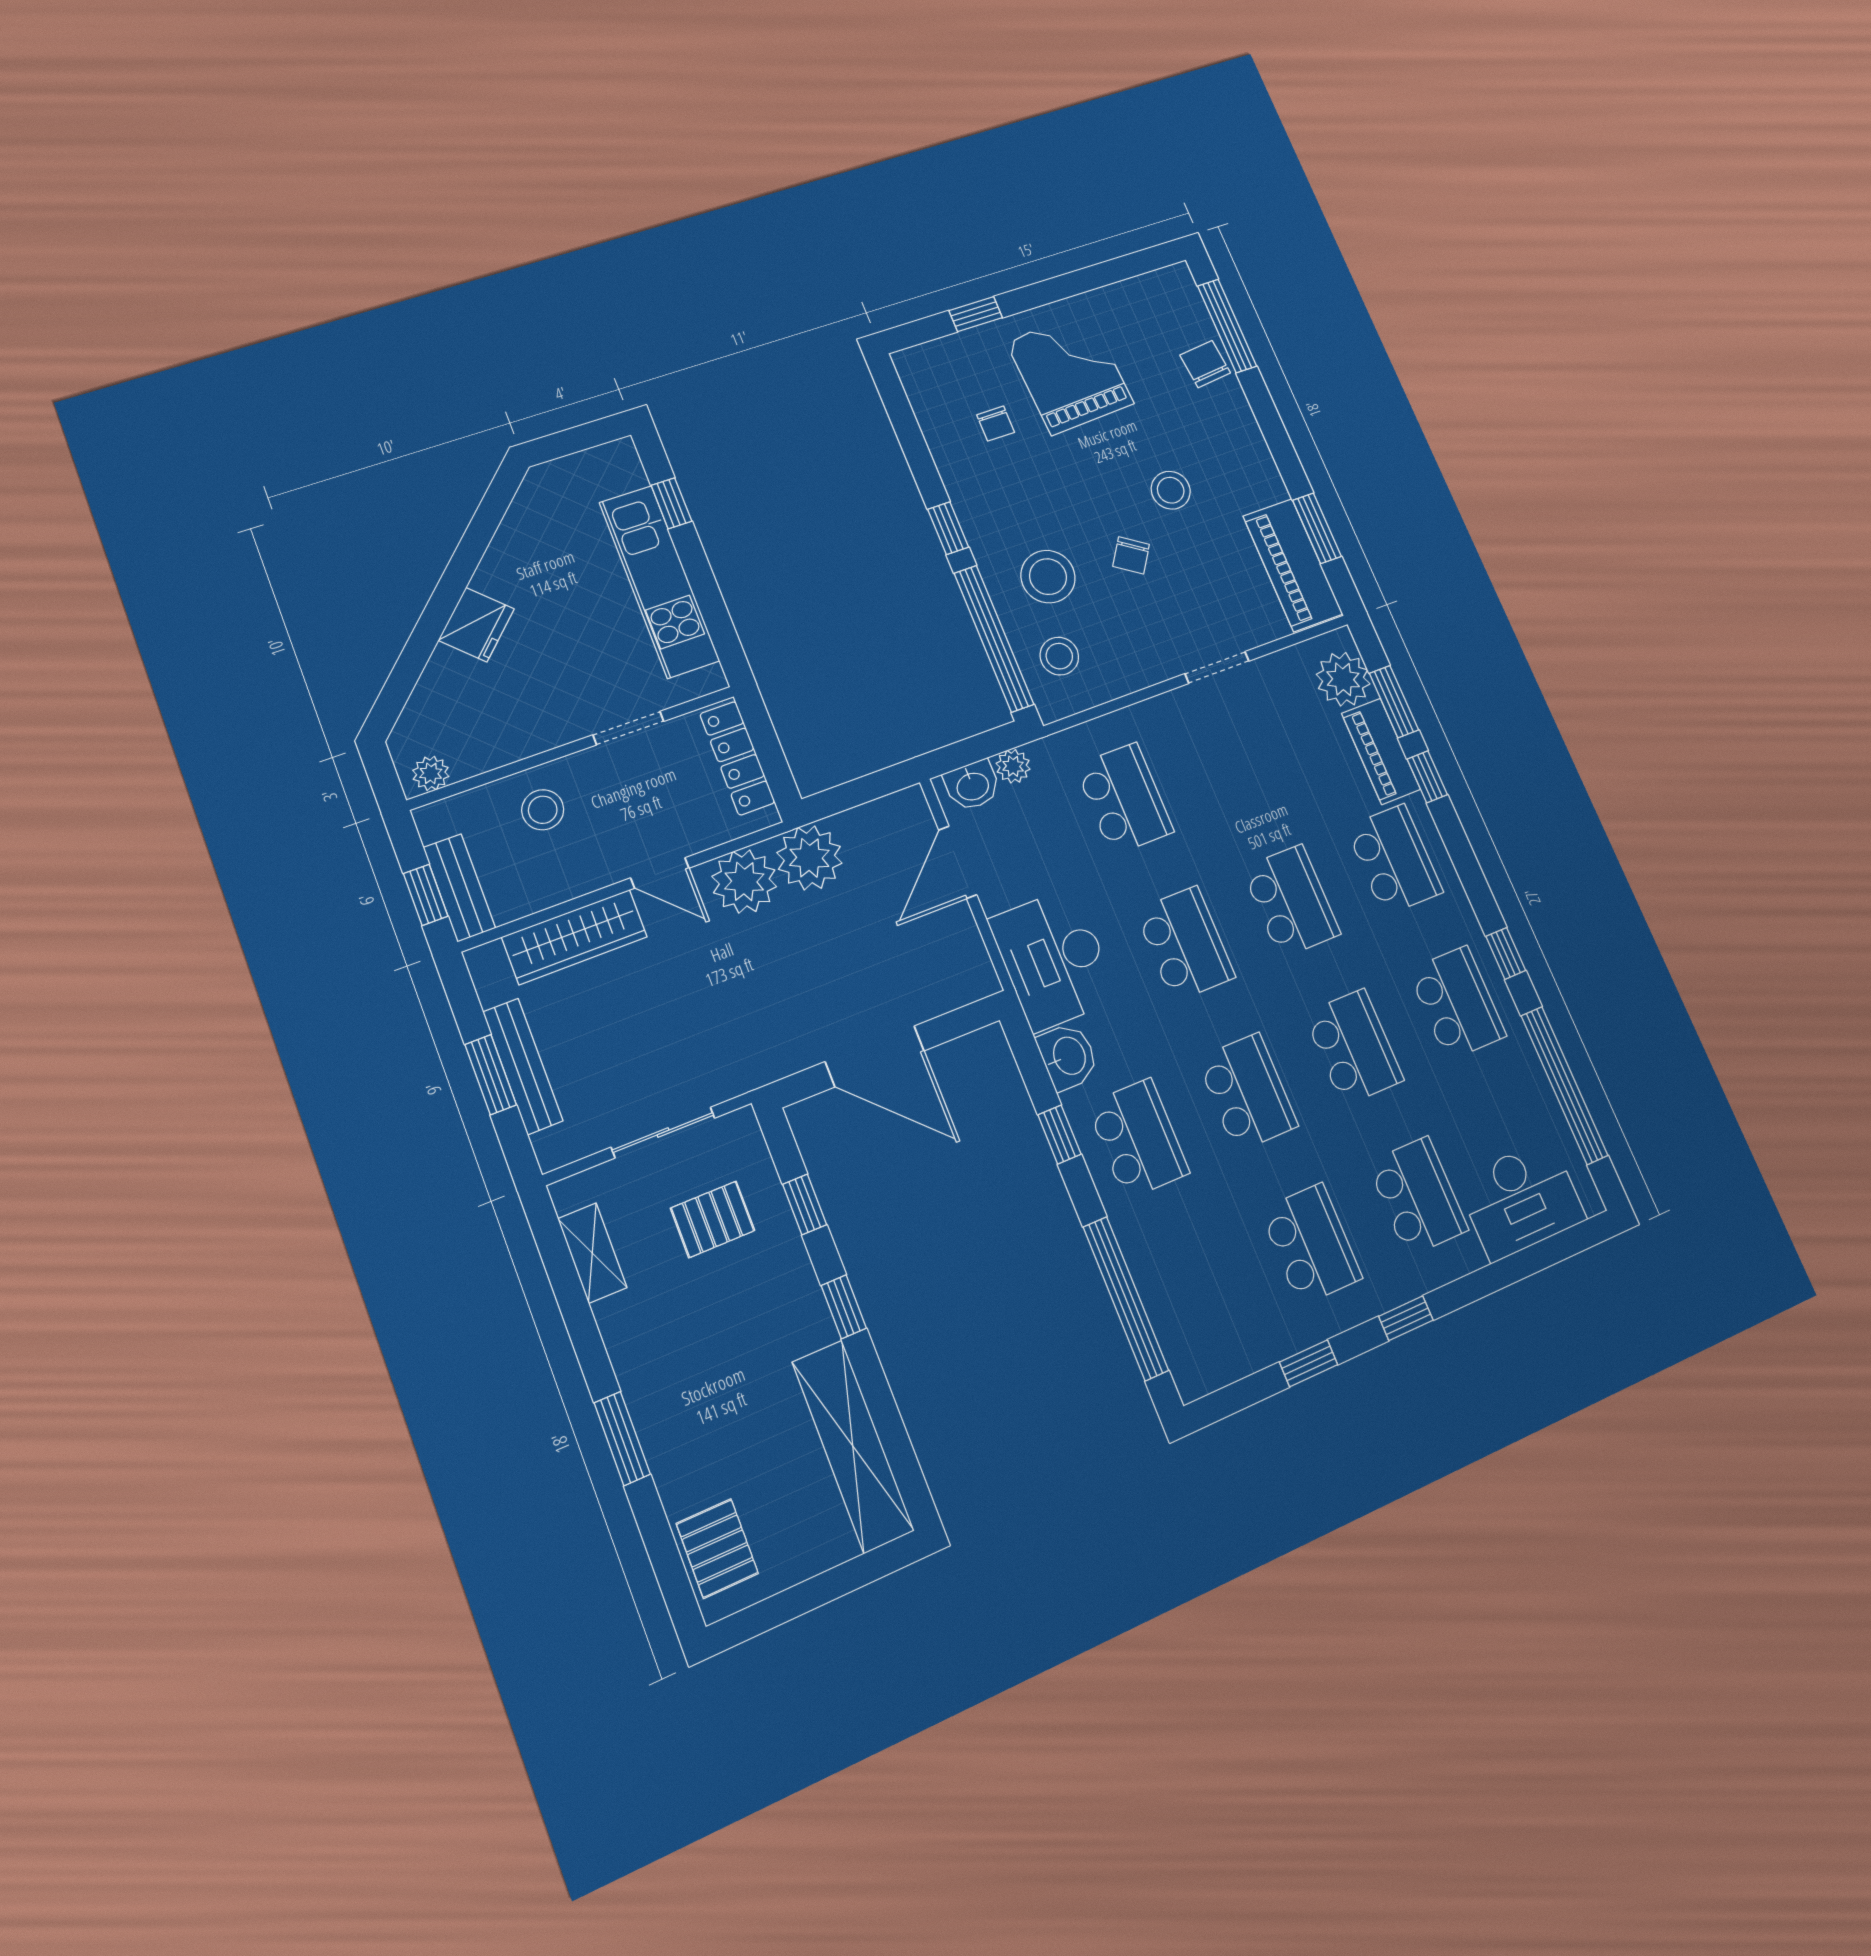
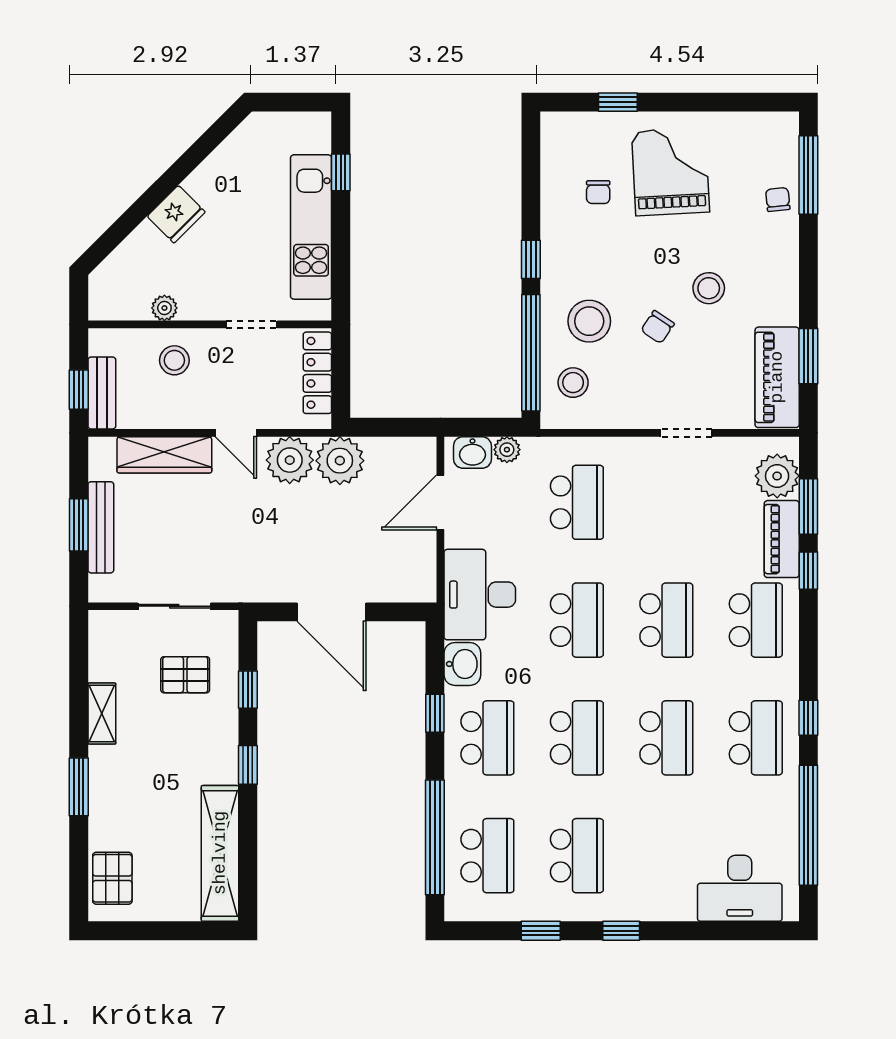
chair: (1205, 364) -> (778, 199), width x0.73, depth x0.73
plant: (431, 773) -> (164, 308), moved
school desk: (1418, 1196) -> (487, 856), moved
shelving: (592, 1253) -> (102, 714), moved

